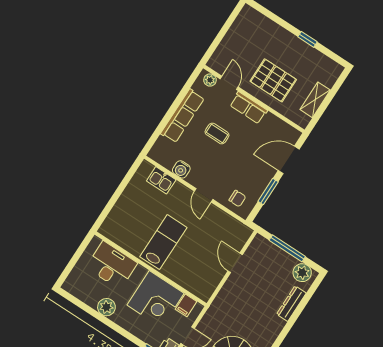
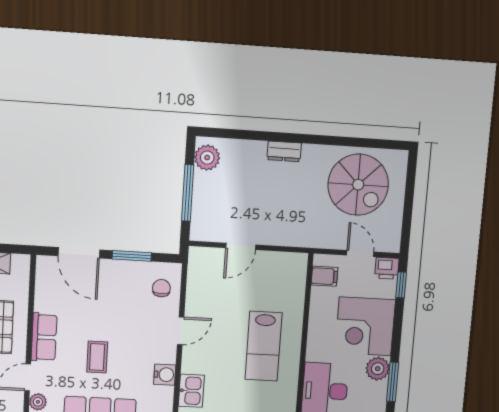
lab bench: (163, 242) -> (264, 346), turned -90
corner desk: (155, 299) -> (365, 326), moved, turned 180
dresser: (291, 304) -> (284, 151), moved, width x0.70
window: (92, 312) -> (393, 382), added

